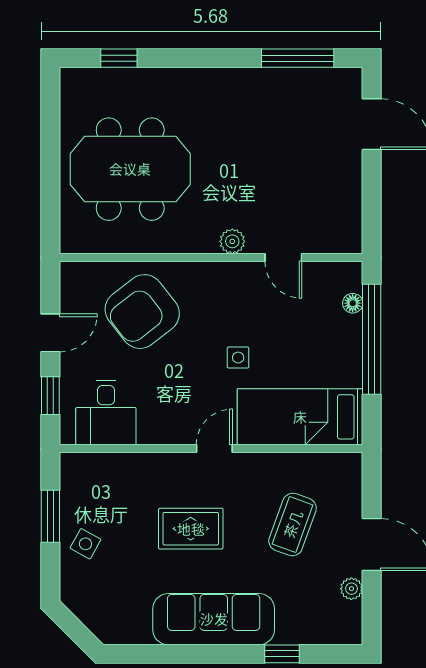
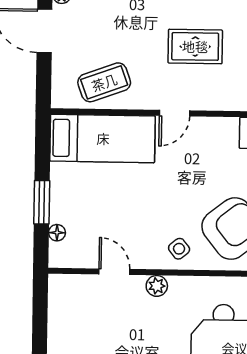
window: (372, 339) -> (42, 202), width x0.47
side table: (238, 358) -> (179, 249), moved, turned -38
coffee table: (293, 524) -> (104, 82), moved, turned 50

